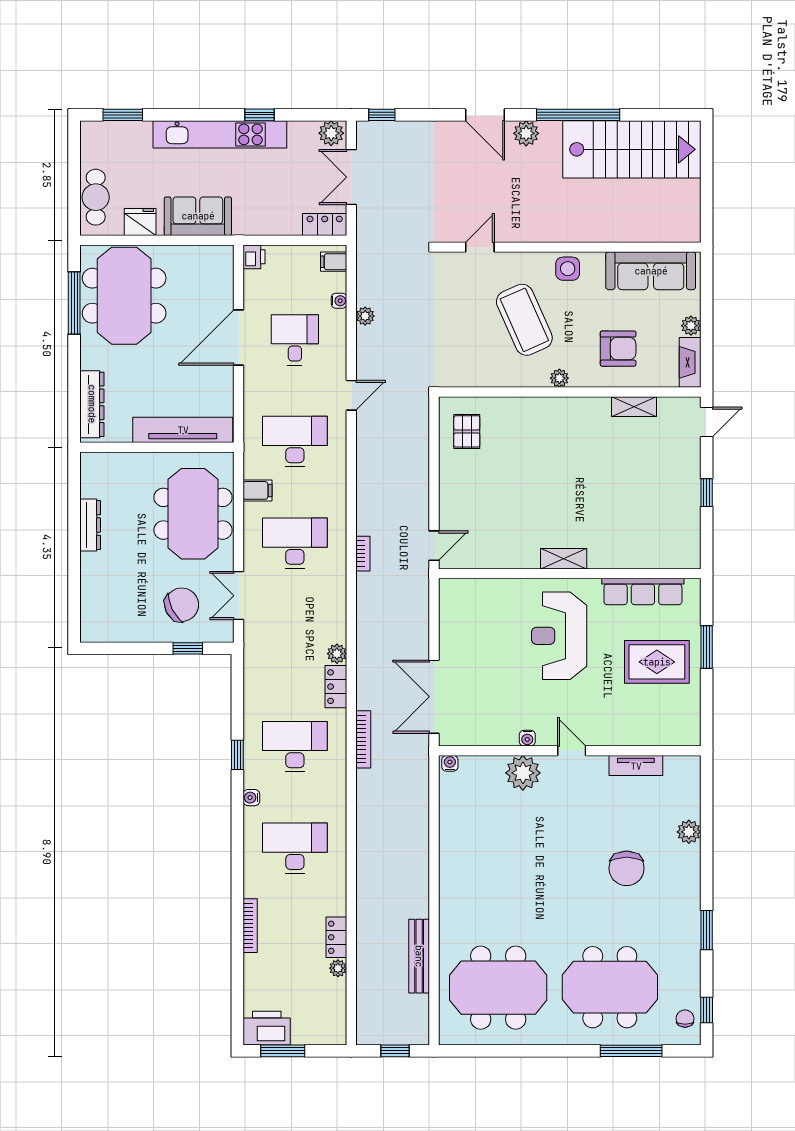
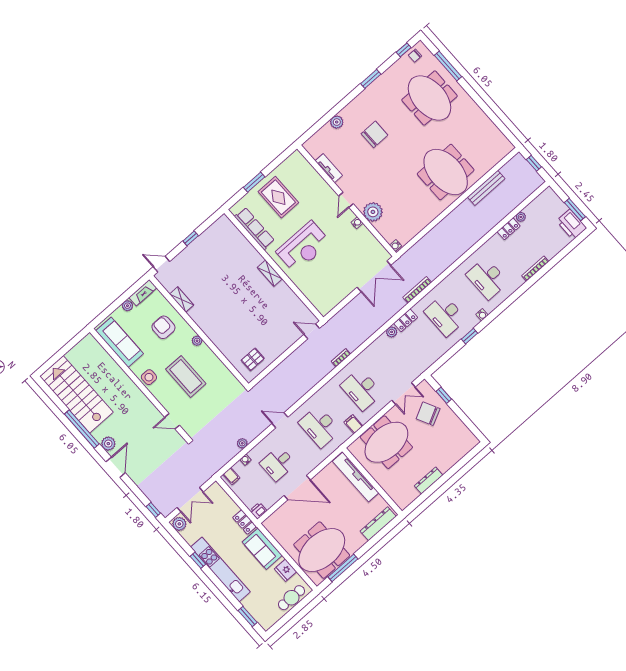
locker: (325, 224) -> (245, 522), moved
coffee table: (524, 320) -> (186, 376), turned -66
meeting table: (498, 988) -> (446, 172), moved

